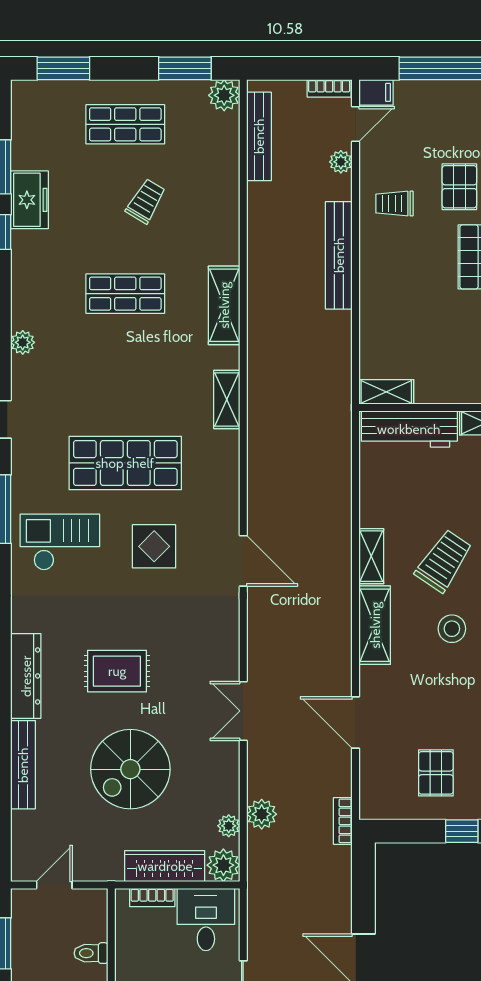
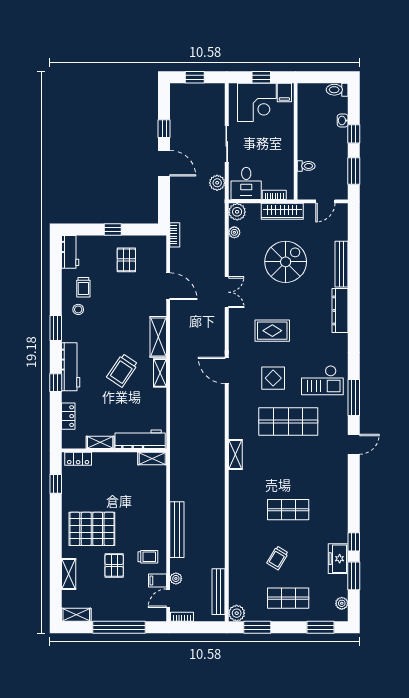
filing cabinet: (376, 92) -> (158, 581), moved
shelving: (224, 305) -> (237, 504), removed
plant: (23, 342) -> (342, 603), moved
stool: (452, 629) -> (118, 335), removed
rug: (117, 671) -> (272, 331), moved
plant: (262, 814) -> (217, 183), moved
wardrobe: (165, 866) -> (282, 211), moved

